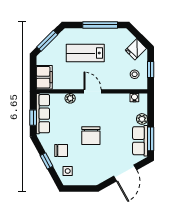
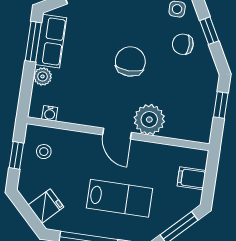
fridge: (136, 49) -> (46, 206), moved
filing cabinet: (44, 77) -> (191, 178), width x0.50
plant: (70, 98) -> (149, 120), width x1.88, depth x1.88
row of seats: (43, 114) -> (204, 109), removed

